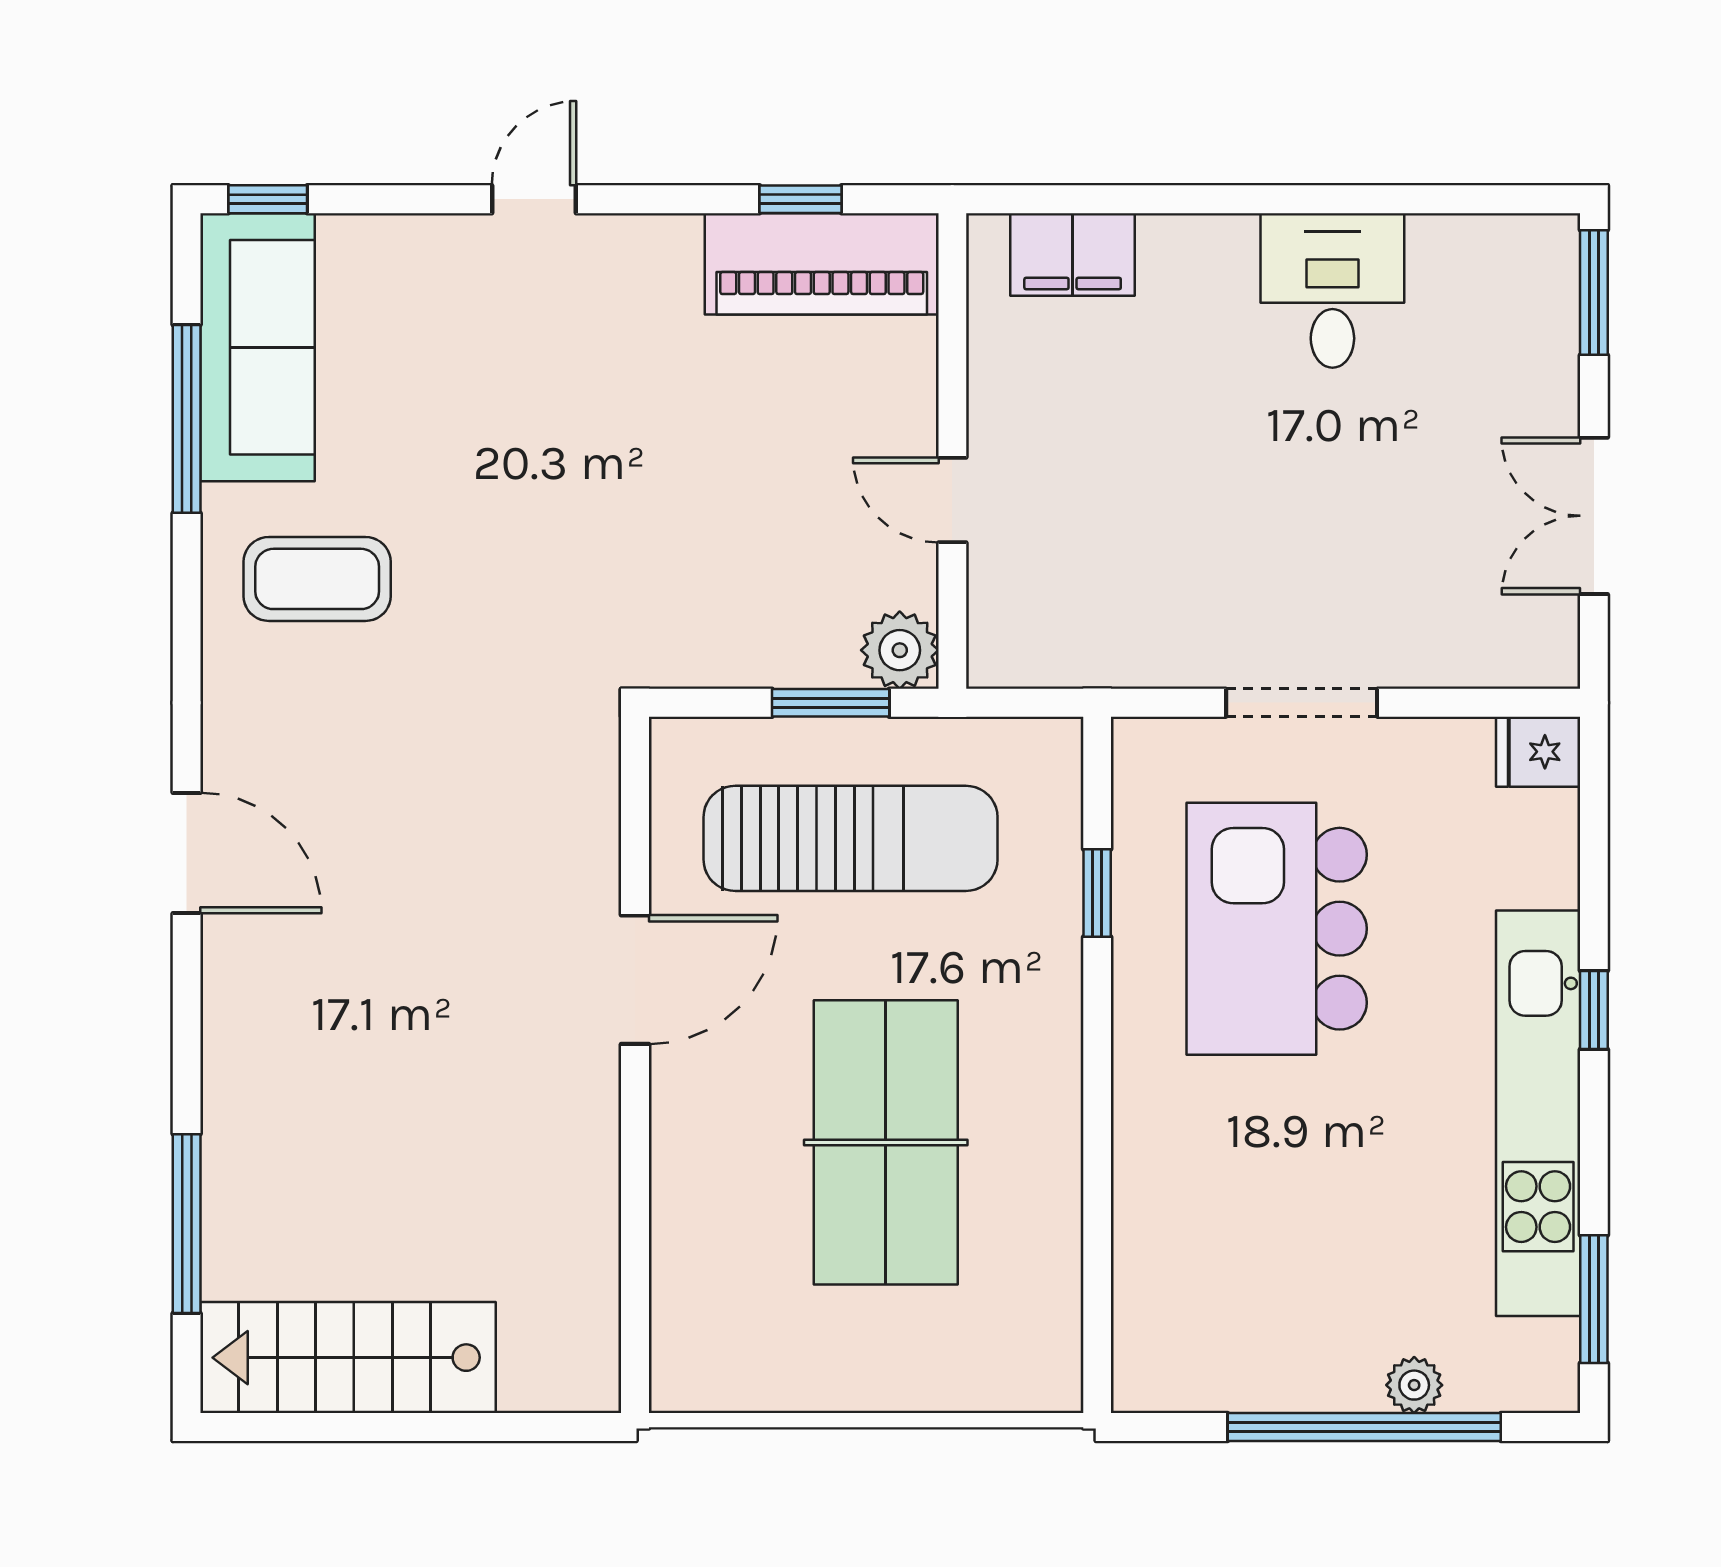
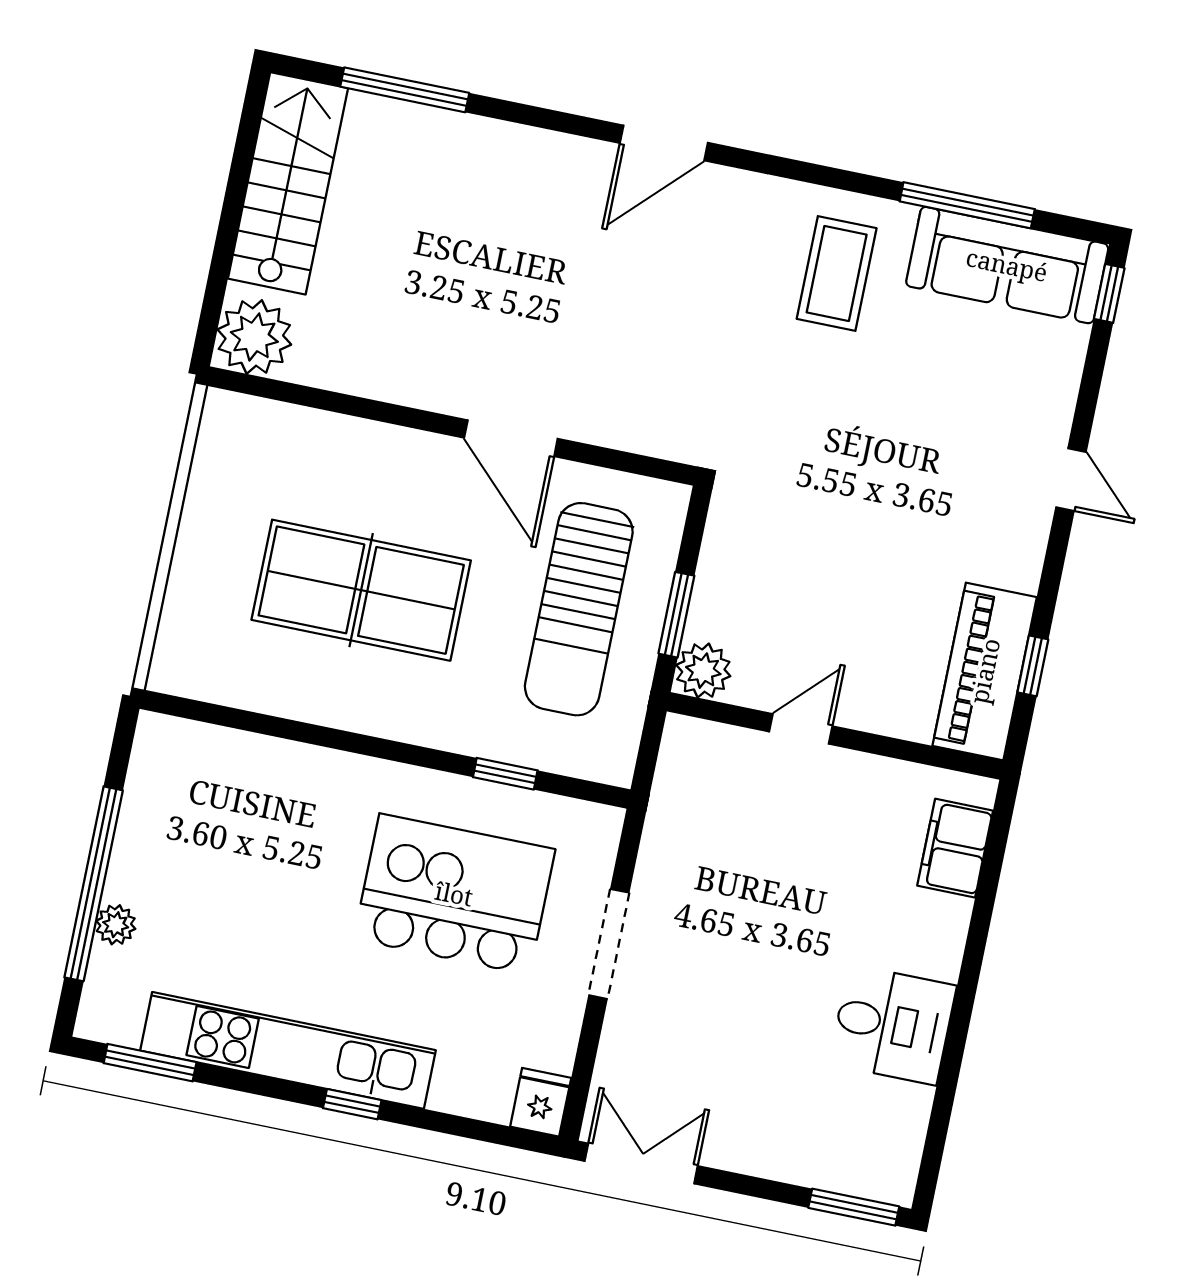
double door: (1594, 516) -> (641, 1163), moved
plant: (568, 1360) -> (254, 337), added

